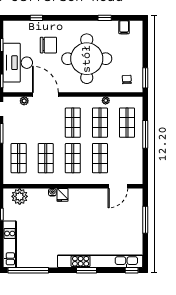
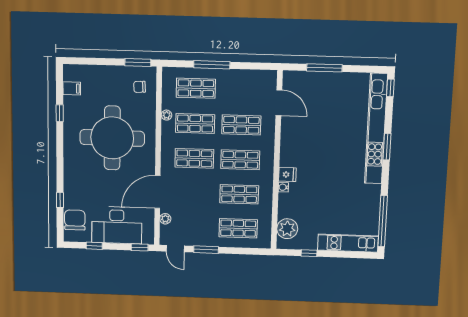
chair: (48, 45) -> (75, 220), moved

